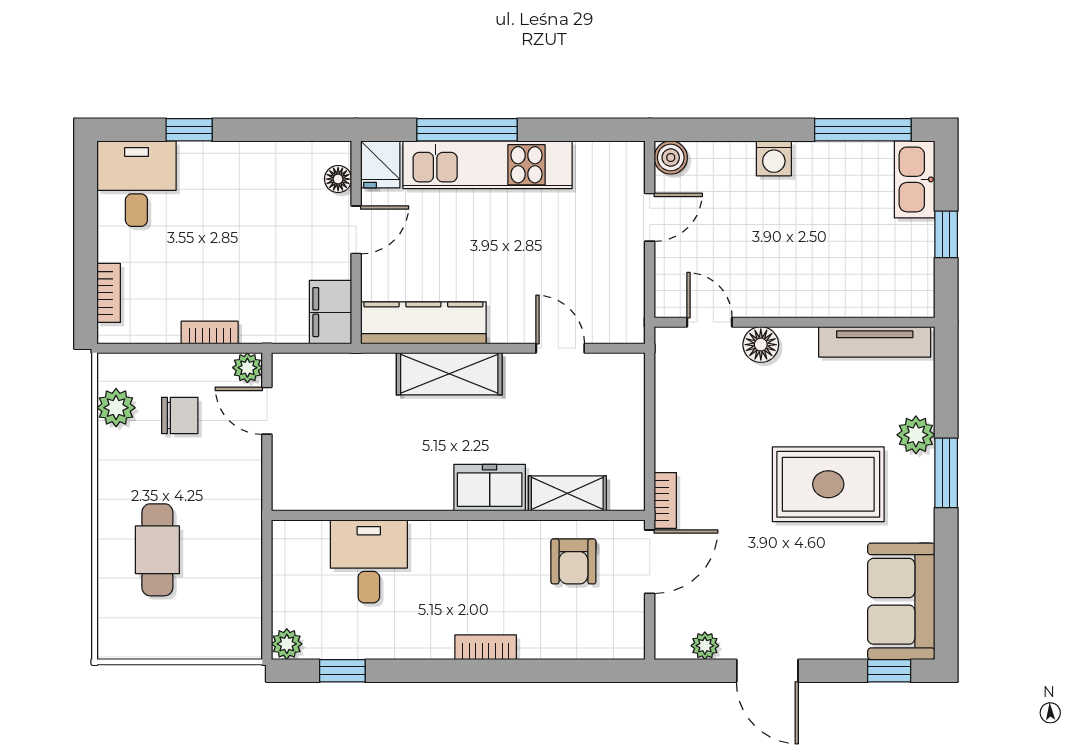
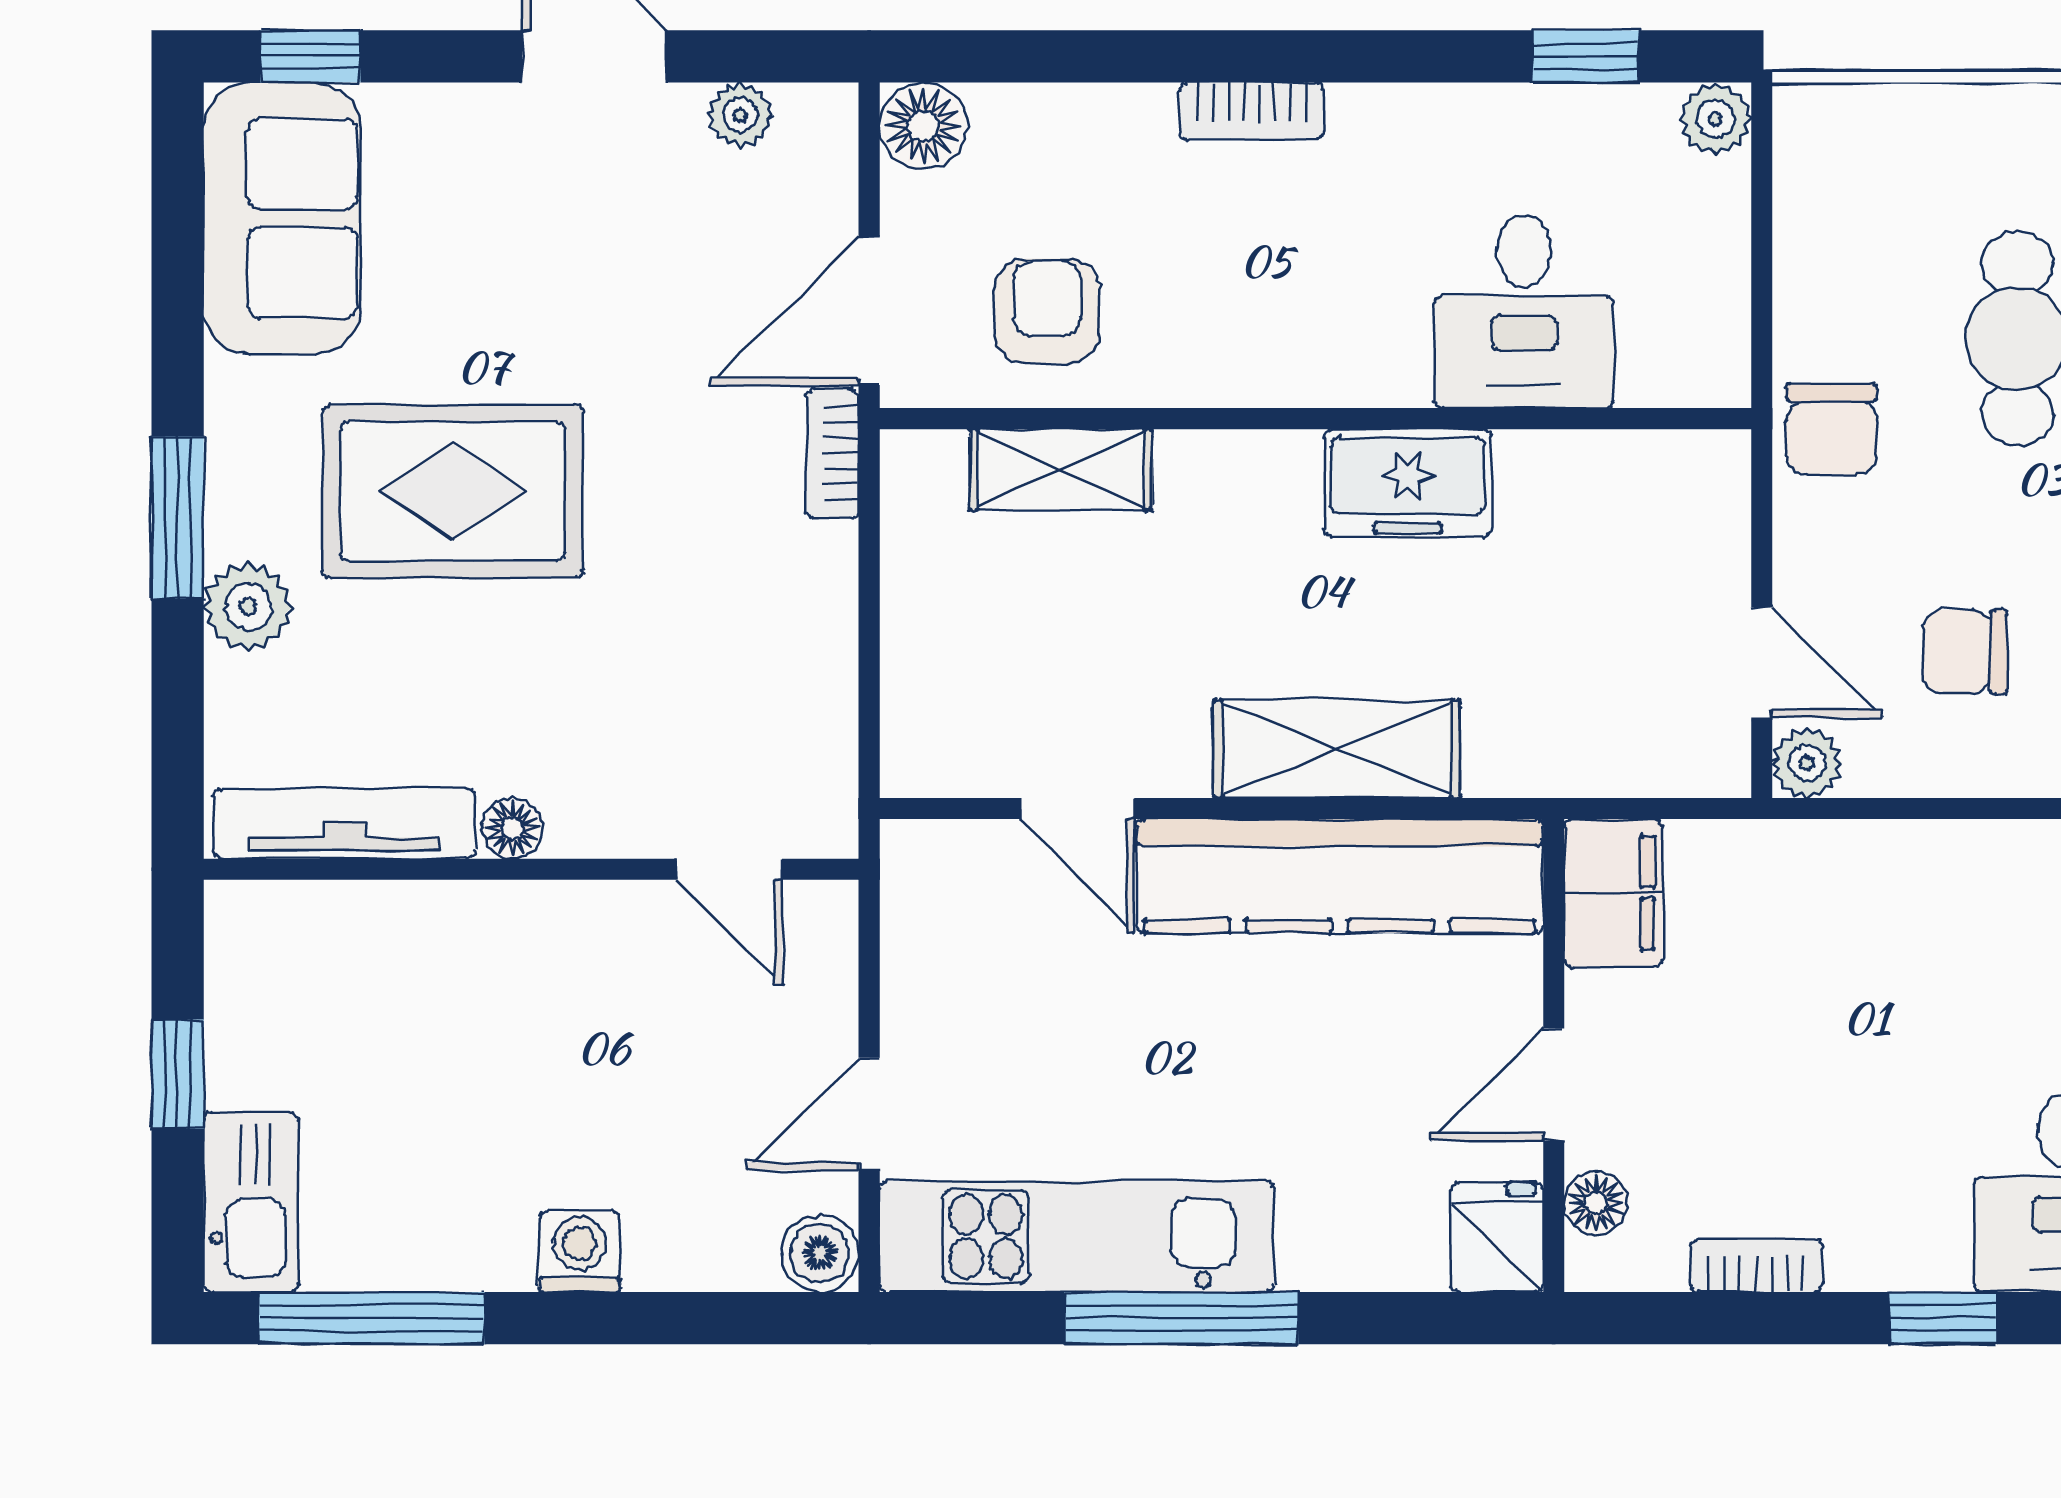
window: (467, 130) -> (1181, 1318), moved
kitchen unit: (488, 165) -> (1077, 1237), moved
kitchen counter: (423, 323) -> (1340, 876), width x1.39, depth x1.17
bookcase: (210, 332) -> (1756, 1266), moved, turned 180
floor lamp: (761, 345) -> (512, 828), moved, width x0.73, depth x0.73
freezer: (490, 488) -> (1408, 483), moved
chair: (237, 511) -> (1831, 429), added
floor lamp: (626, 641) -> (923, 126), added

